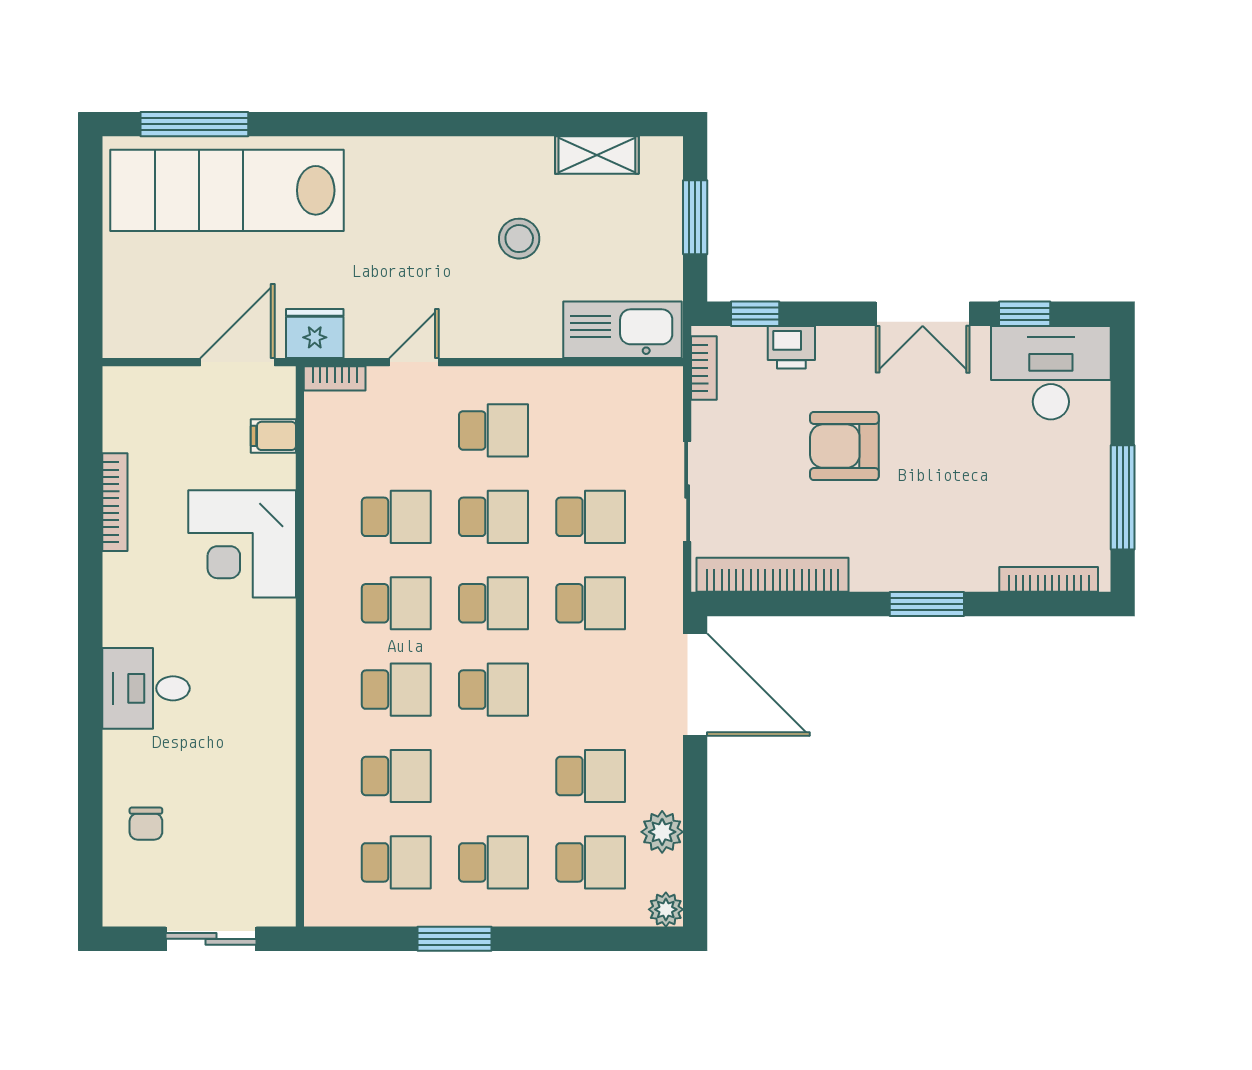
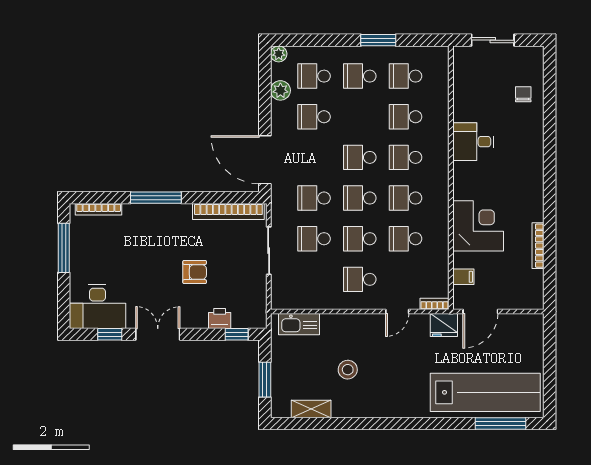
kitchen sink: (623, 330) -> (299, 324), width x0.73, depth x0.81
bookcase: (704, 368) -> (261, 309), removed
armchair: (844, 446) -> (195, 272), width x0.72, depth x0.72
window: (927, 604) -> (156, 198), width x1.44
desk: (146, 688) -> (473, 142), moved, turned 180

